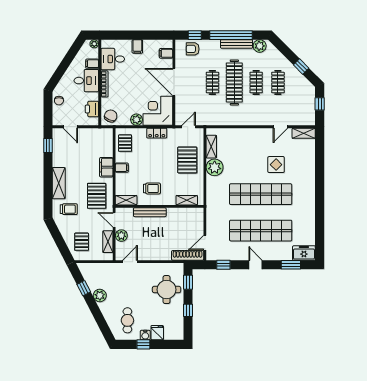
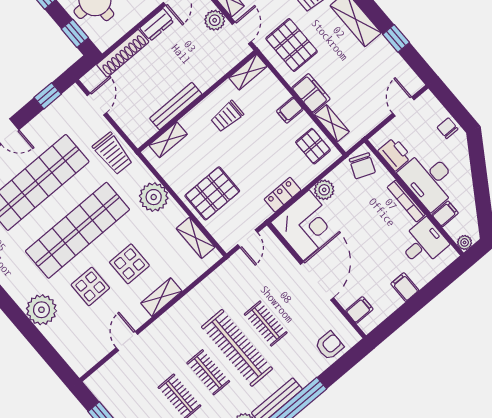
window: (195, 35) -> (342, 366), removed
desk: (86, 81) -> (429, 180), width x1.37
door: (174, 82) -> (317, 281), hinge flipped
door: (70, 127) -> (403, 107), hinge flipped
shelving: (304, 133) -> (161, 297), moved
window: (48, 145) -> (396, 38), moved
shelving: (108, 146) -> (332, 123), added
pallet: (187, 160) -> (212, 193), turned 90
display table: (250, 160) -> (129, 264), added
plant: (215, 167) -> (154, 197), moved
plant: (306, 173) -> (41, 310), added
bench: (150, 212) -> (176, 106), moved
trolley: (216, 215) -> (113, 154), added
door: (114, 220) -> (242, 33), hinge flipped
dresser: (149, 255) -> (157, 25), added
shoe rack: (188, 255) -> (123, 53), moved

